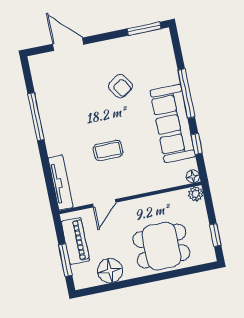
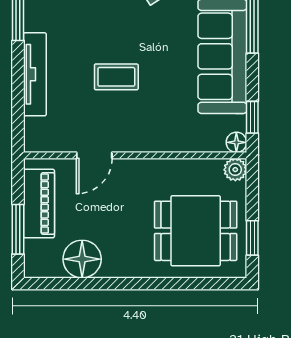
window: (197, 144) -> (252, 117), moved
tv unit: (61, 183) -> (35, 74), moved
dining table: (161, 246) -> (196, 231), moved

